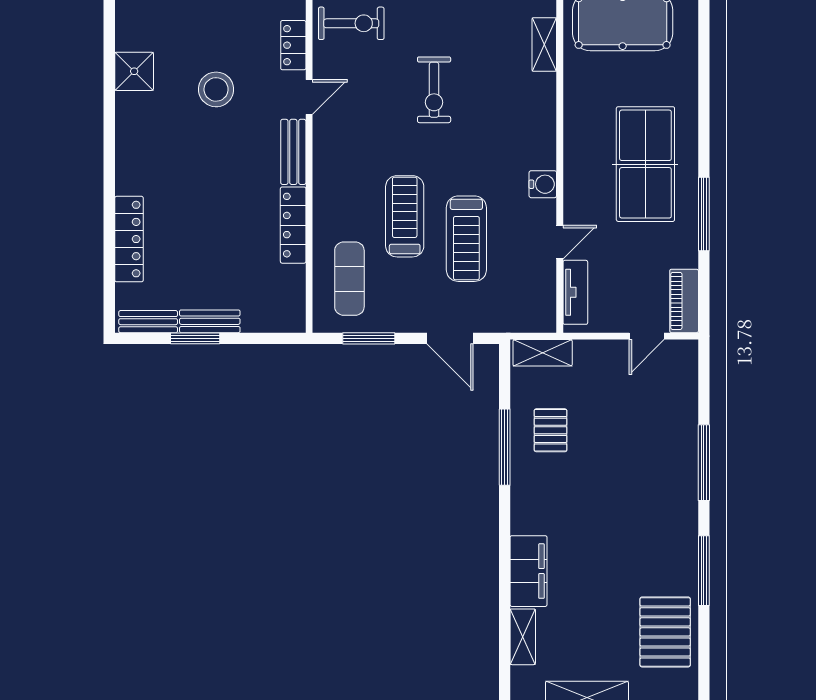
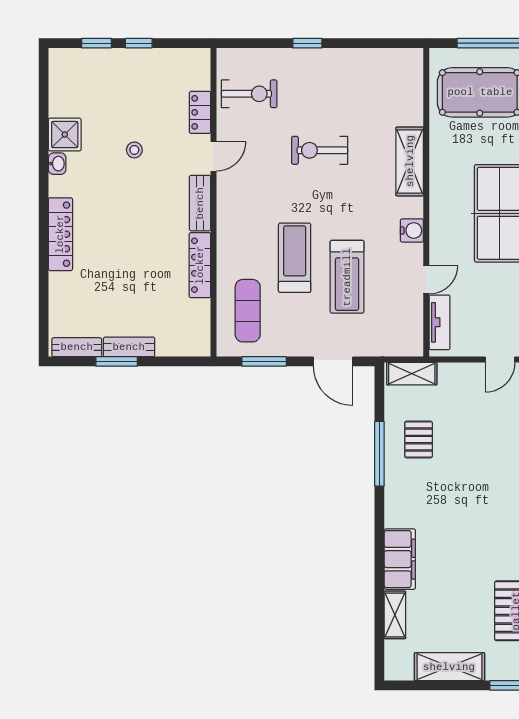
shelving: (544, 45) -> (410, 161), moved, width x1.50, depth x1.33
stool: (216, 89) -> (134, 150), width x0.53, depth x0.53
exercise bike: (434, 90) -> (320, 150), turned 90
washbasin: (125, 105) -> (57, 164), added
locker: (129, 239) -> (60, 234), moved

